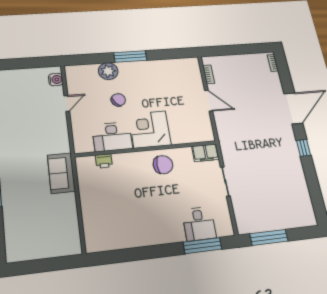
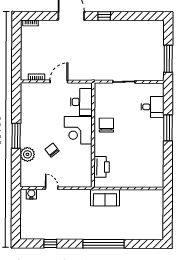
desk: (112, 137) -> (81, 102), moved
filing cabinet: (206, 153) -> (100, 92), removed
printer: (104, 161) -> (102, 167), width x1.87, depth x1.48
window: (202, 246) -> (168, 128), moved

